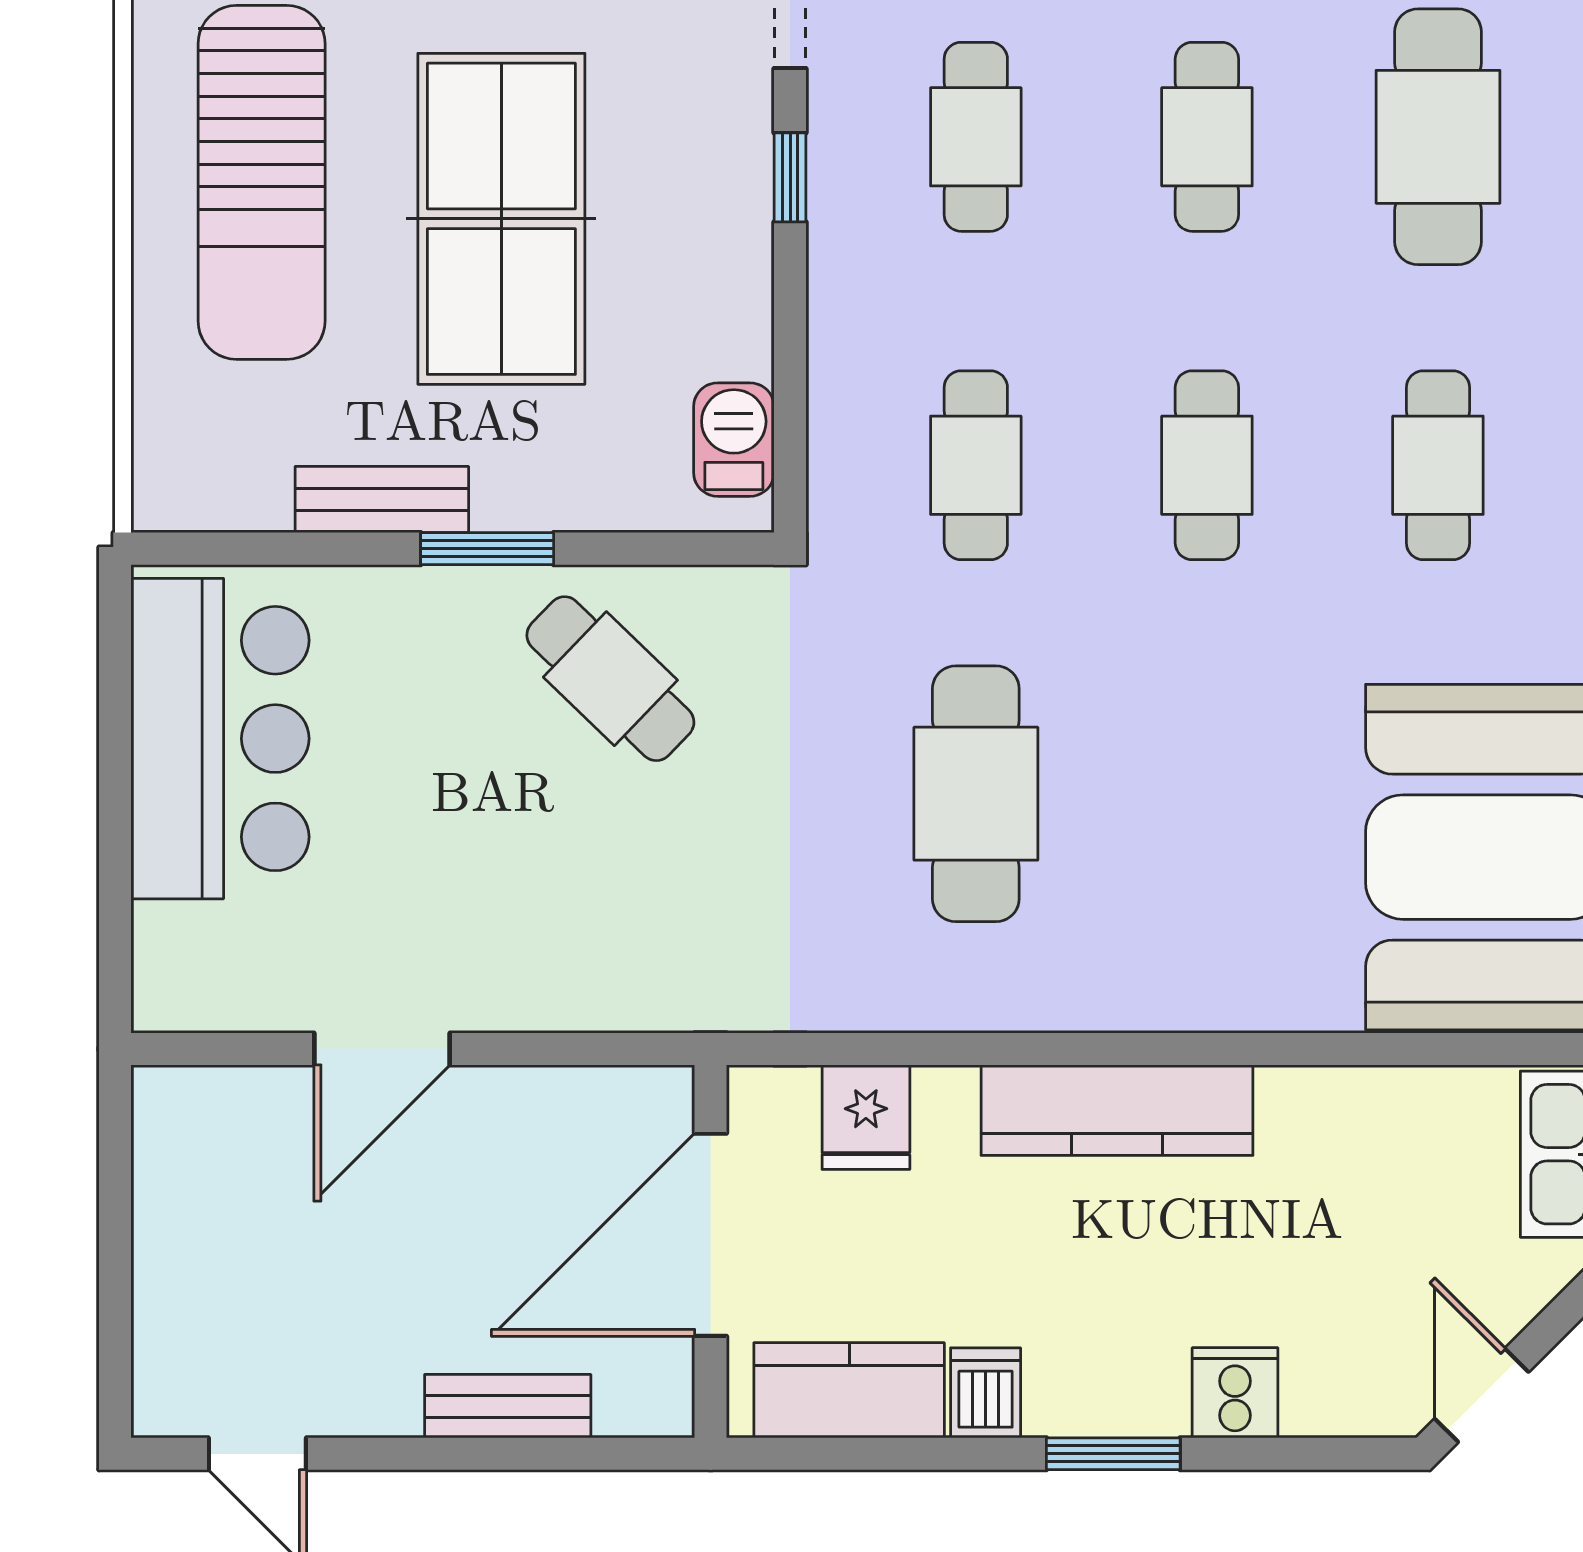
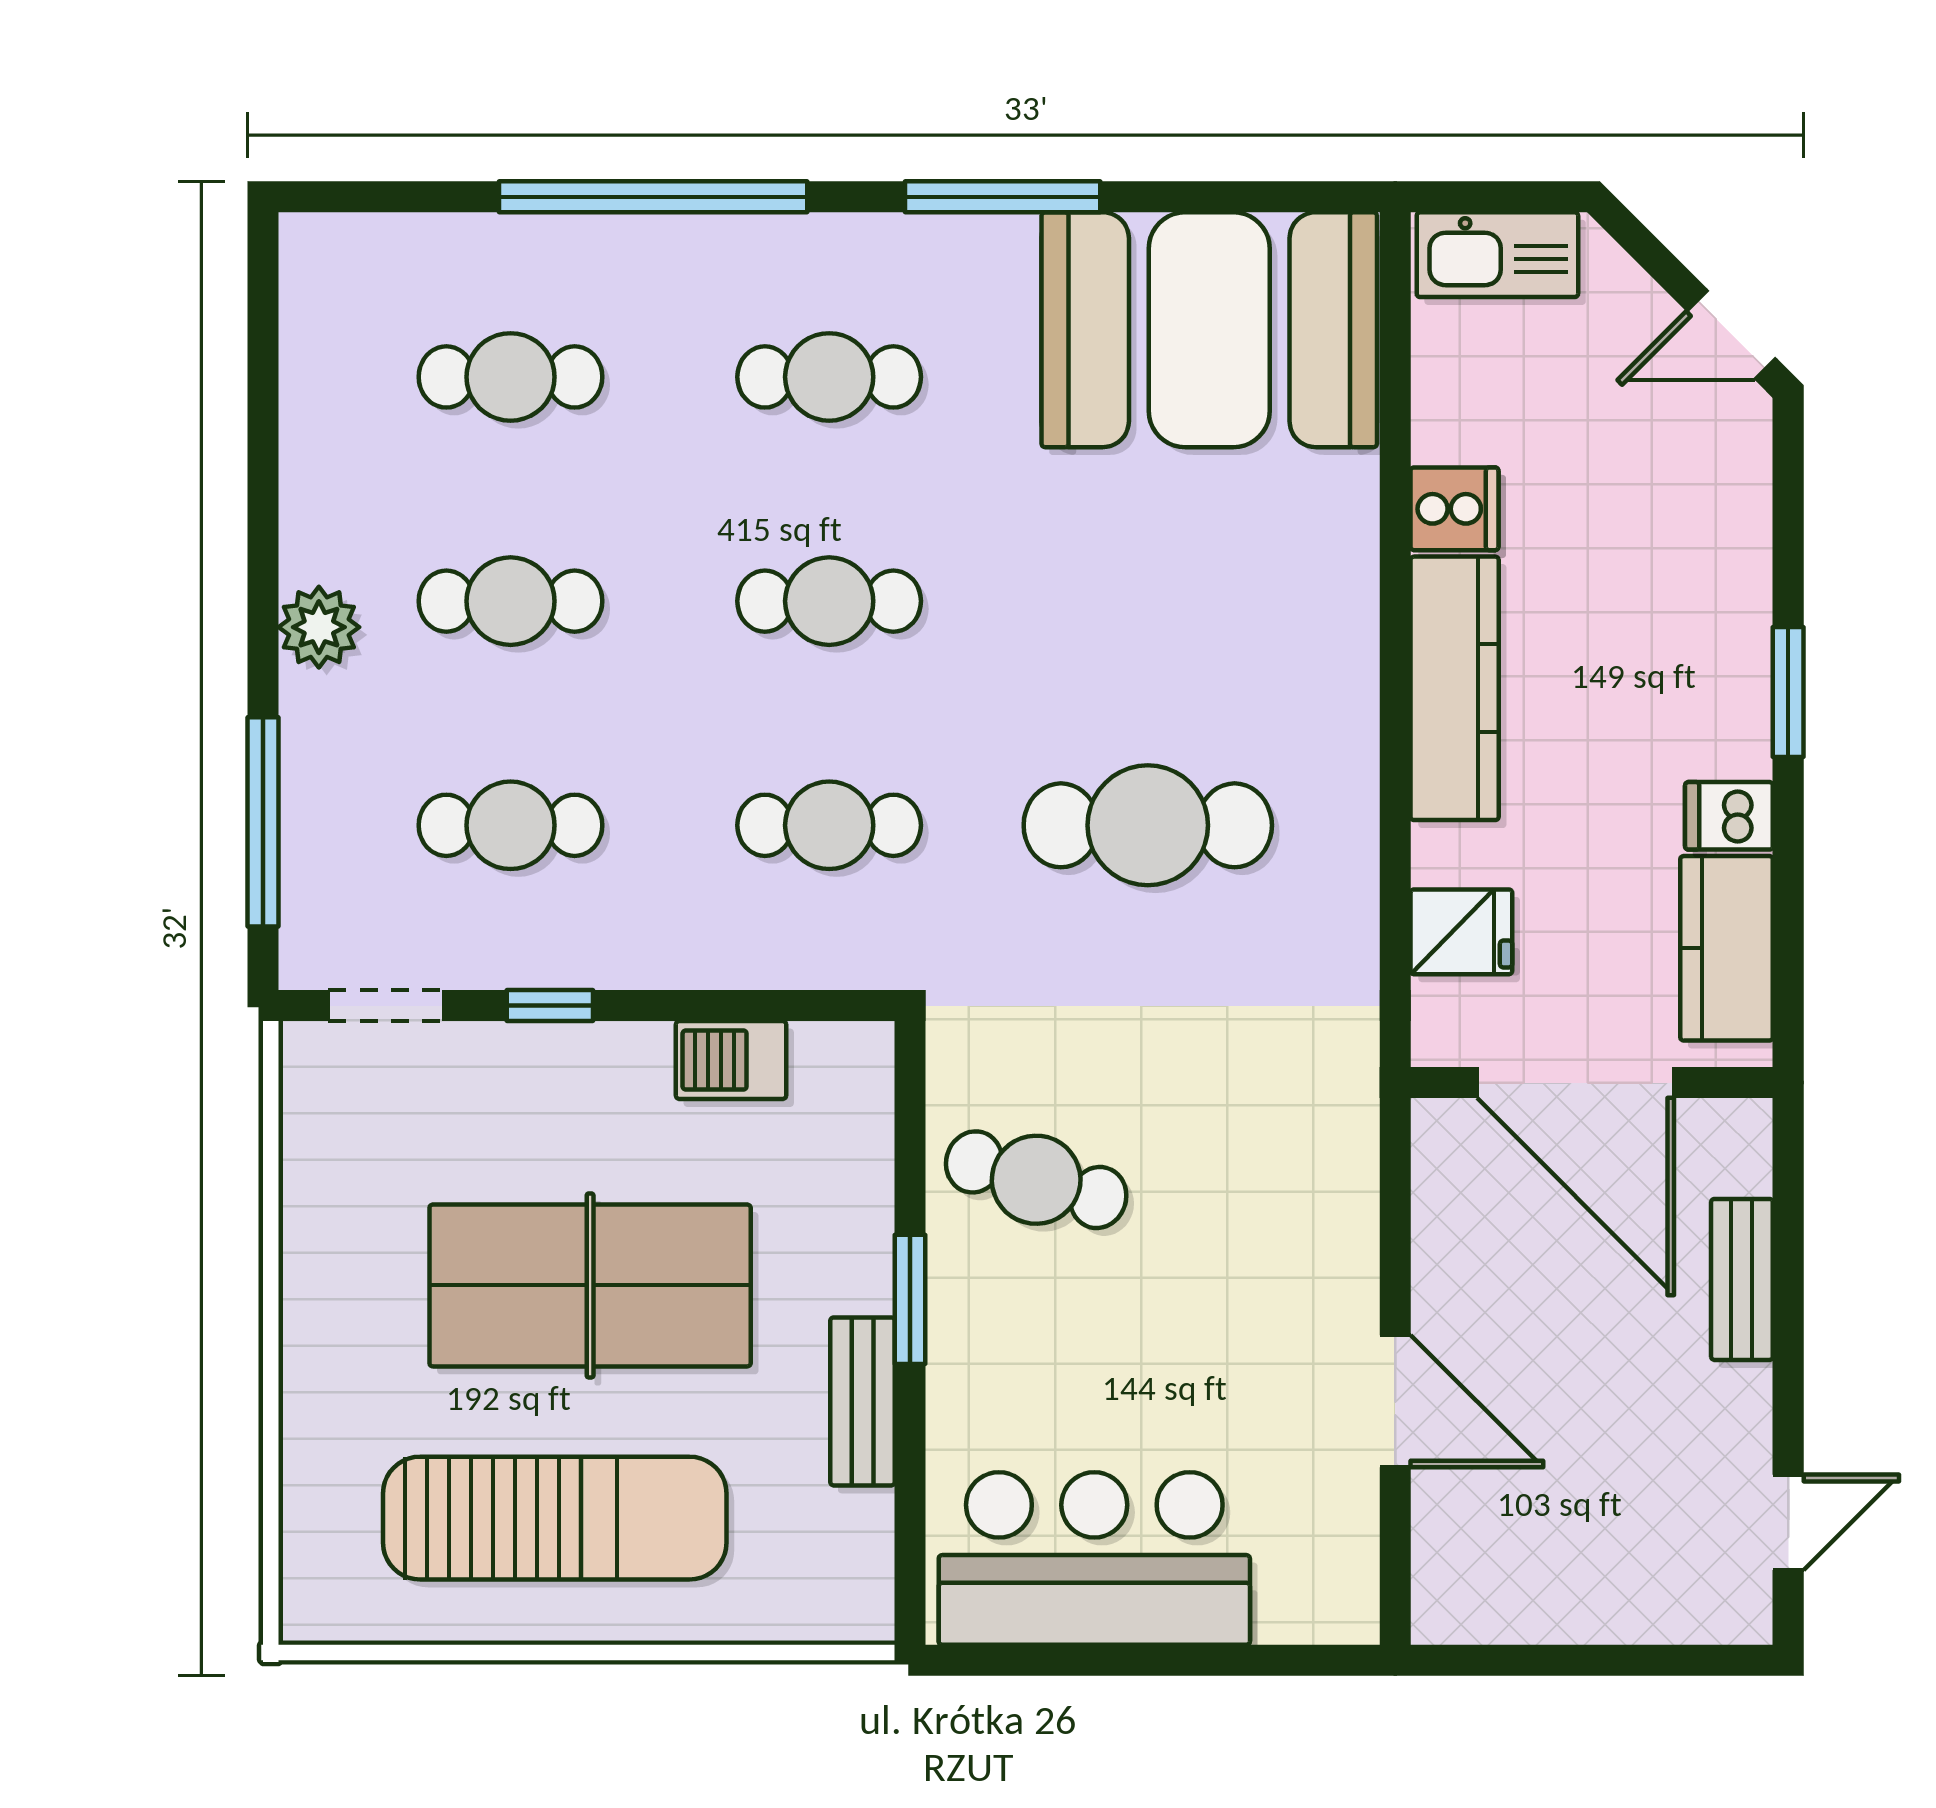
cafe table: (1438, 137) -> (511, 377), width x0.73, depth x0.74
barbecue: (734, 440) -> (731, 1060), moved
cafe table: (610, 679) -> (1036, 1180), turned 62
cooker: (1235, 1393) -> (1454, 509), moved, turned 180

